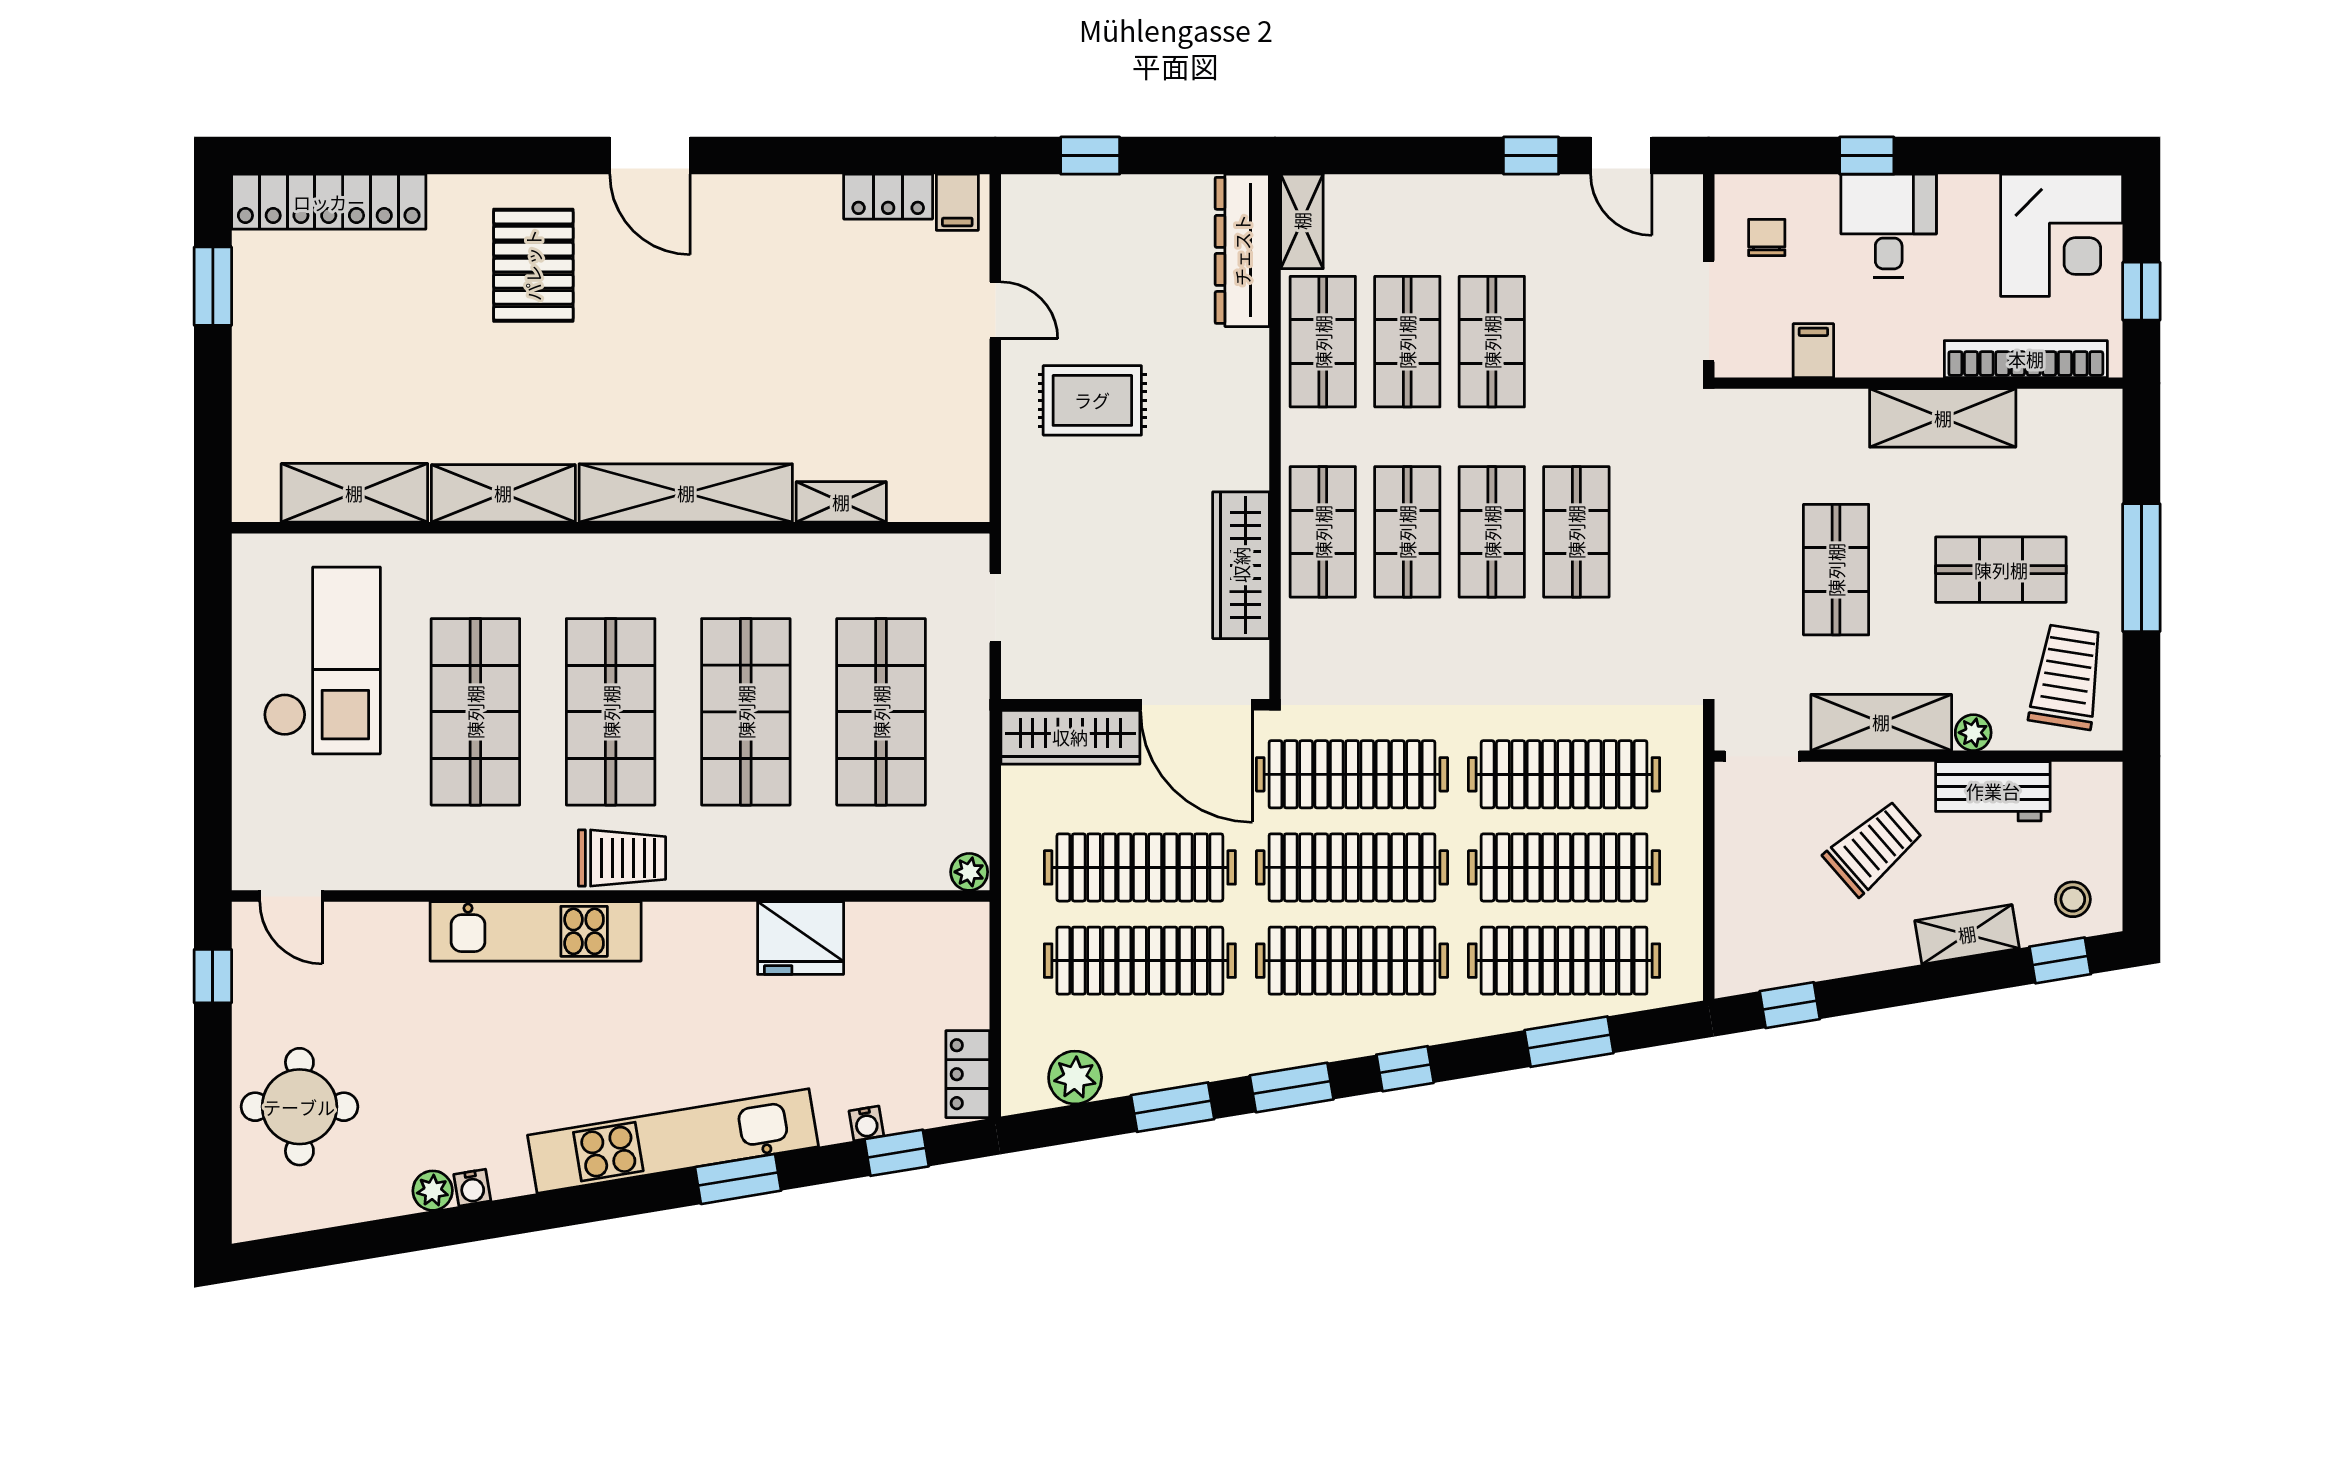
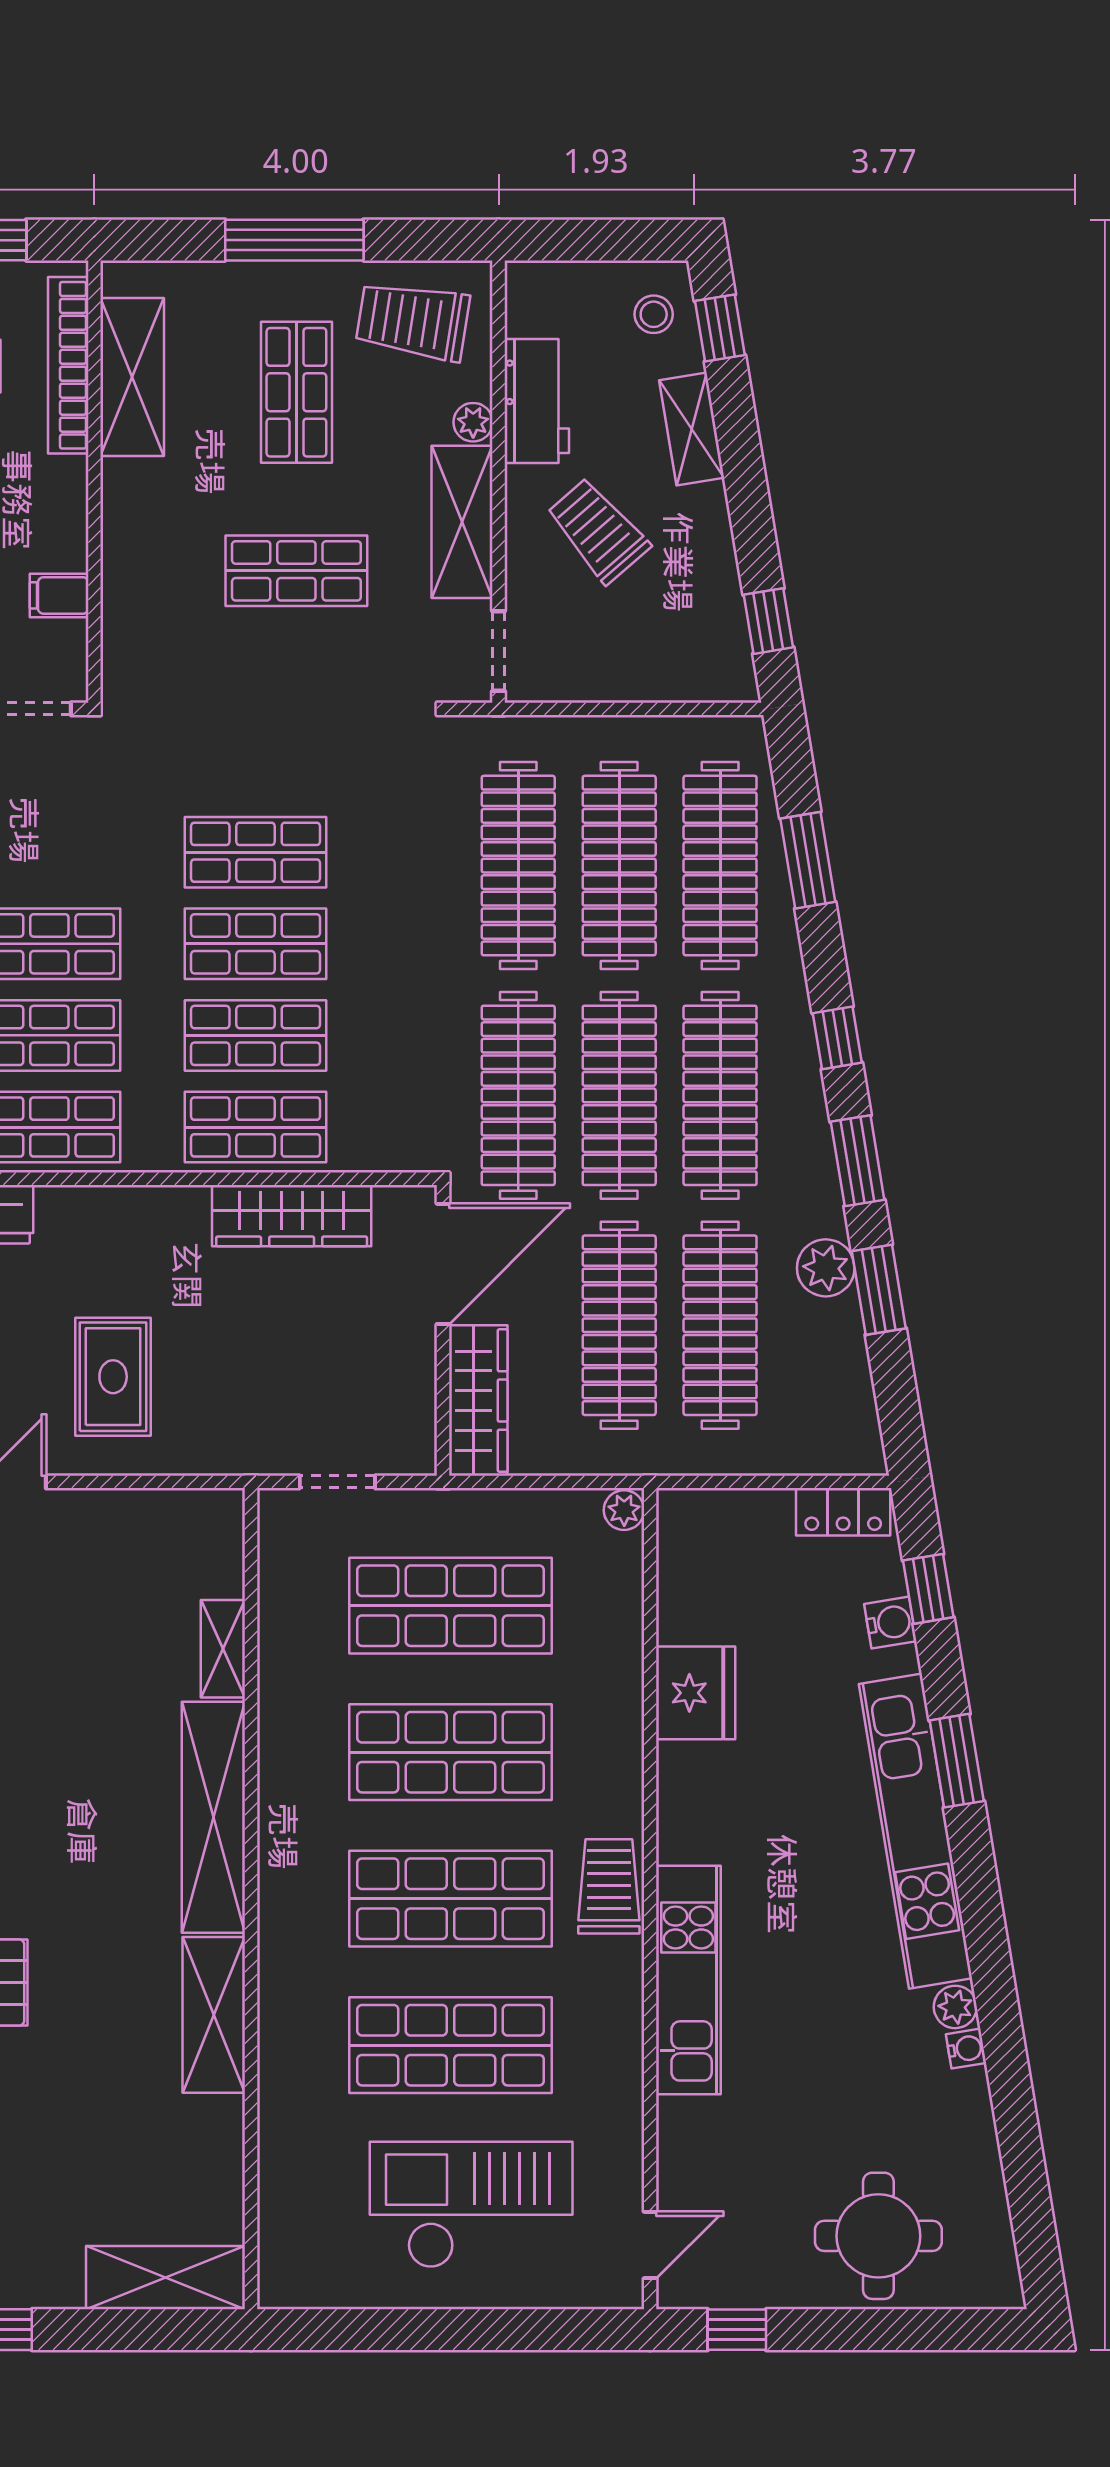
shelving: (1943, 418) -> (132, 377), moved
shelving: (354, 493) -> (166, 2278), moved, turned 90
checkout: (322, 660) -> (471, 2205), moved
plant: (1075, 1078) -> (826, 1268), moved
water cooler: (866, 1123) -> (890, 1623), width x1.38, depth x1.38
plant: (433, 1191) -> (955, 2007), moved

